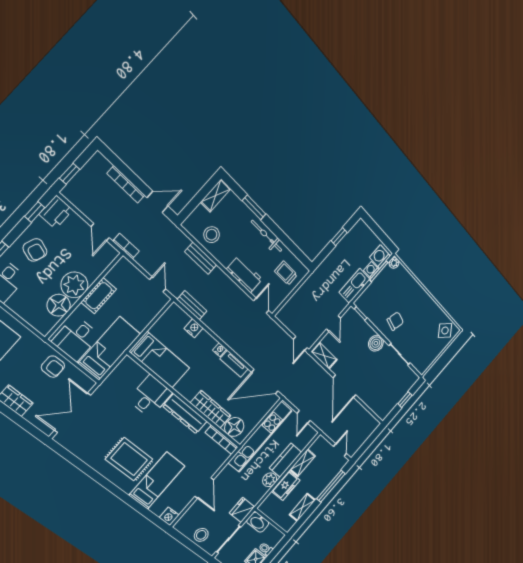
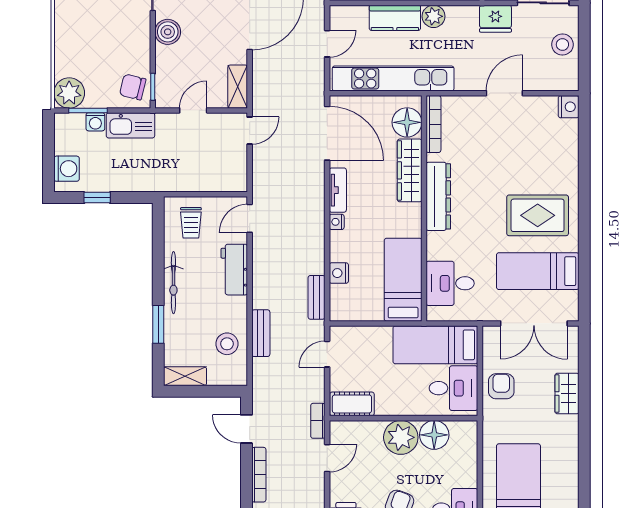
washing machine: (380, 257) -> (67, 169), moved, turned -90
plant: (394, 263) -> (69, 93), width x1.88, depth x1.88
cot: (99, 296) -> (352, 404), moved
chair: (395, 321) -> (133, 87), moved
desk: (150, 396) -> (450, 283), moved
rug: (129, 459) -> (538, 215), turned 90
bed: (157, 481) -> (538, 271), moved

